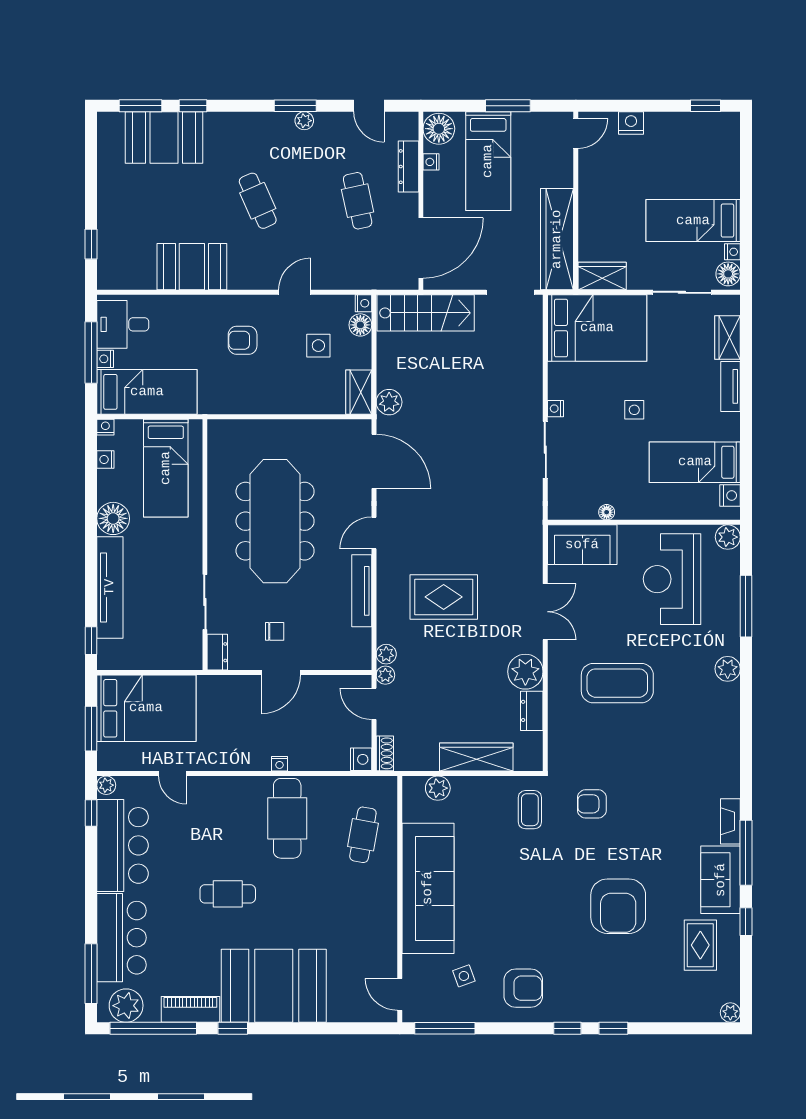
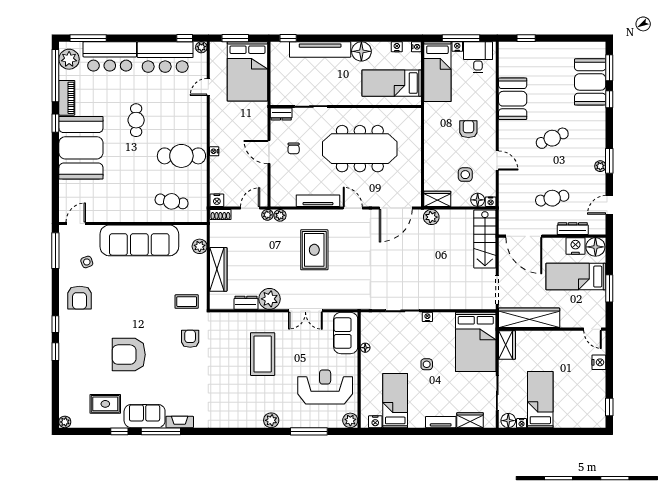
nightstand: (431, 162) -> (575, 246), width x1.89, depth x1.79

